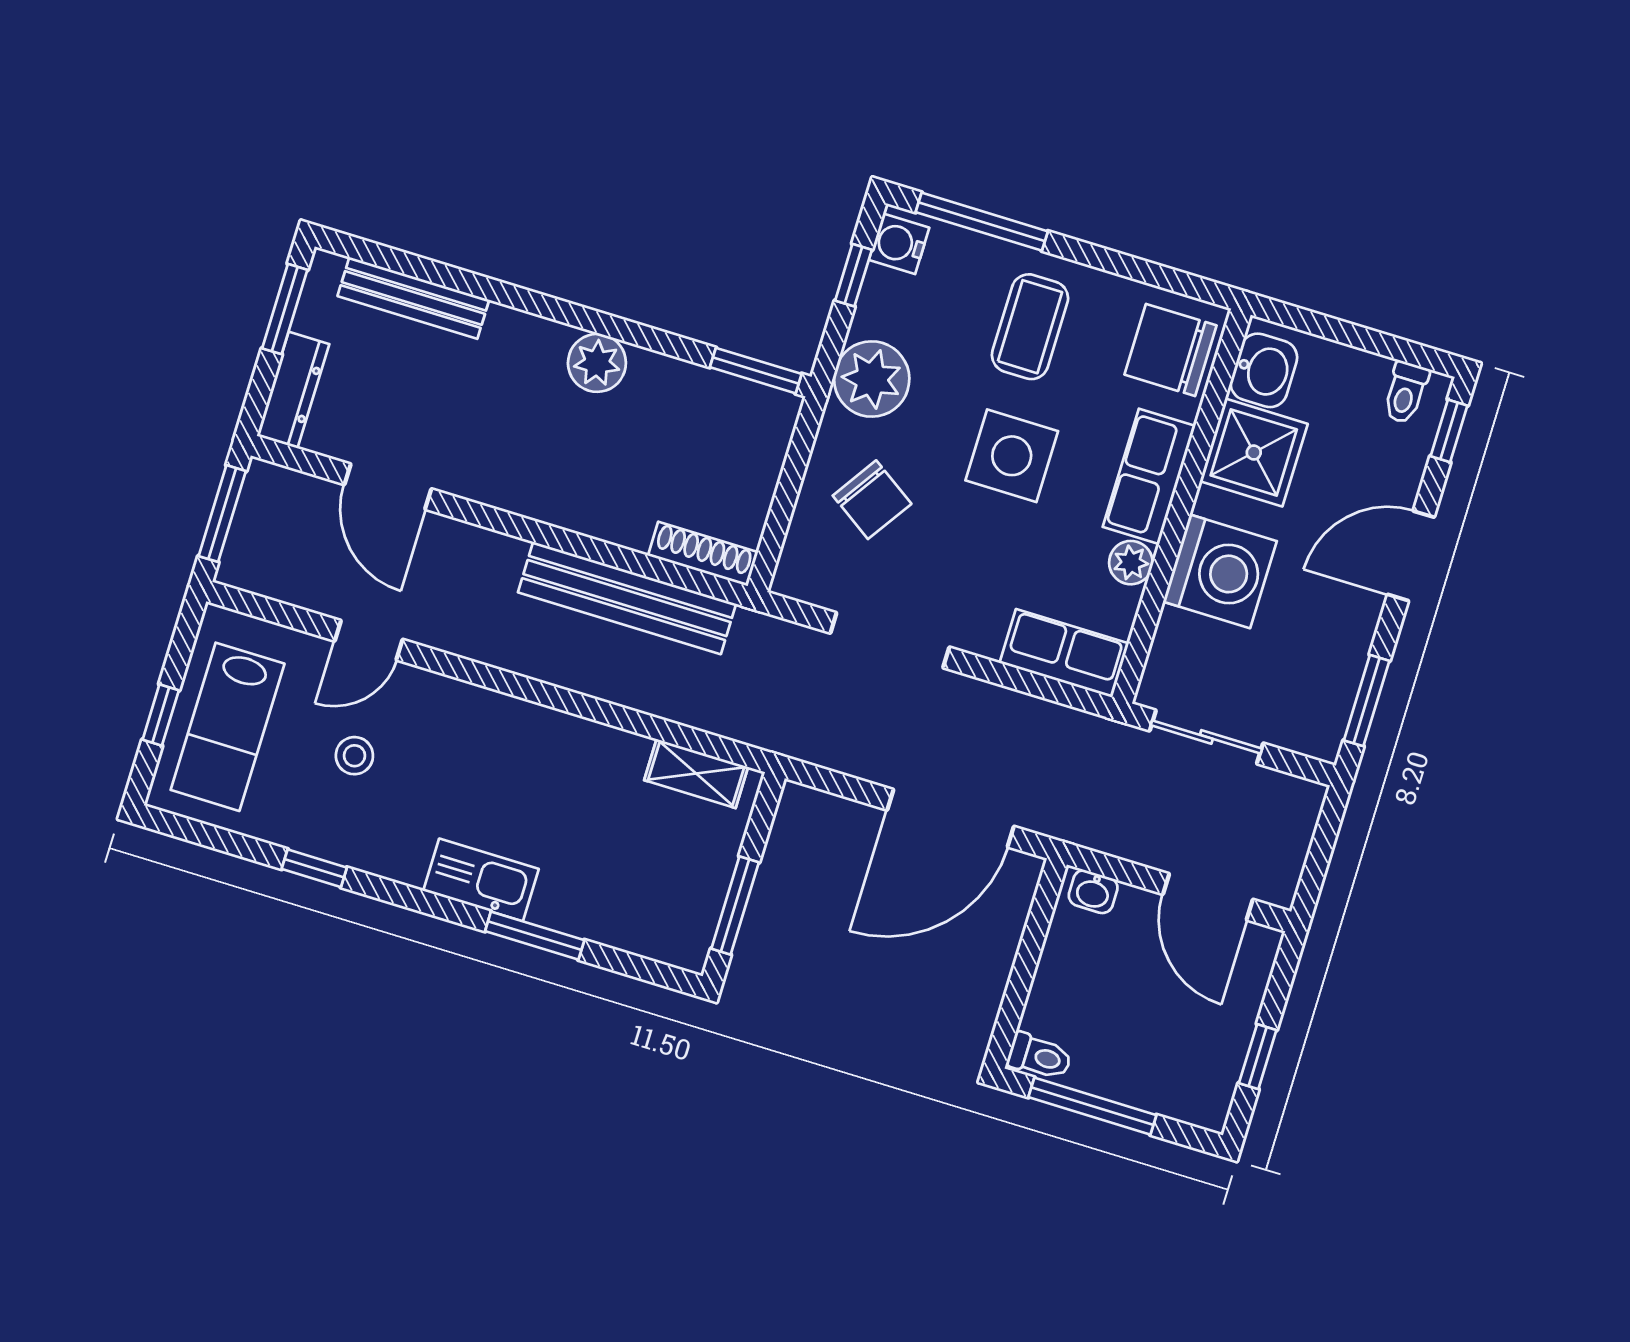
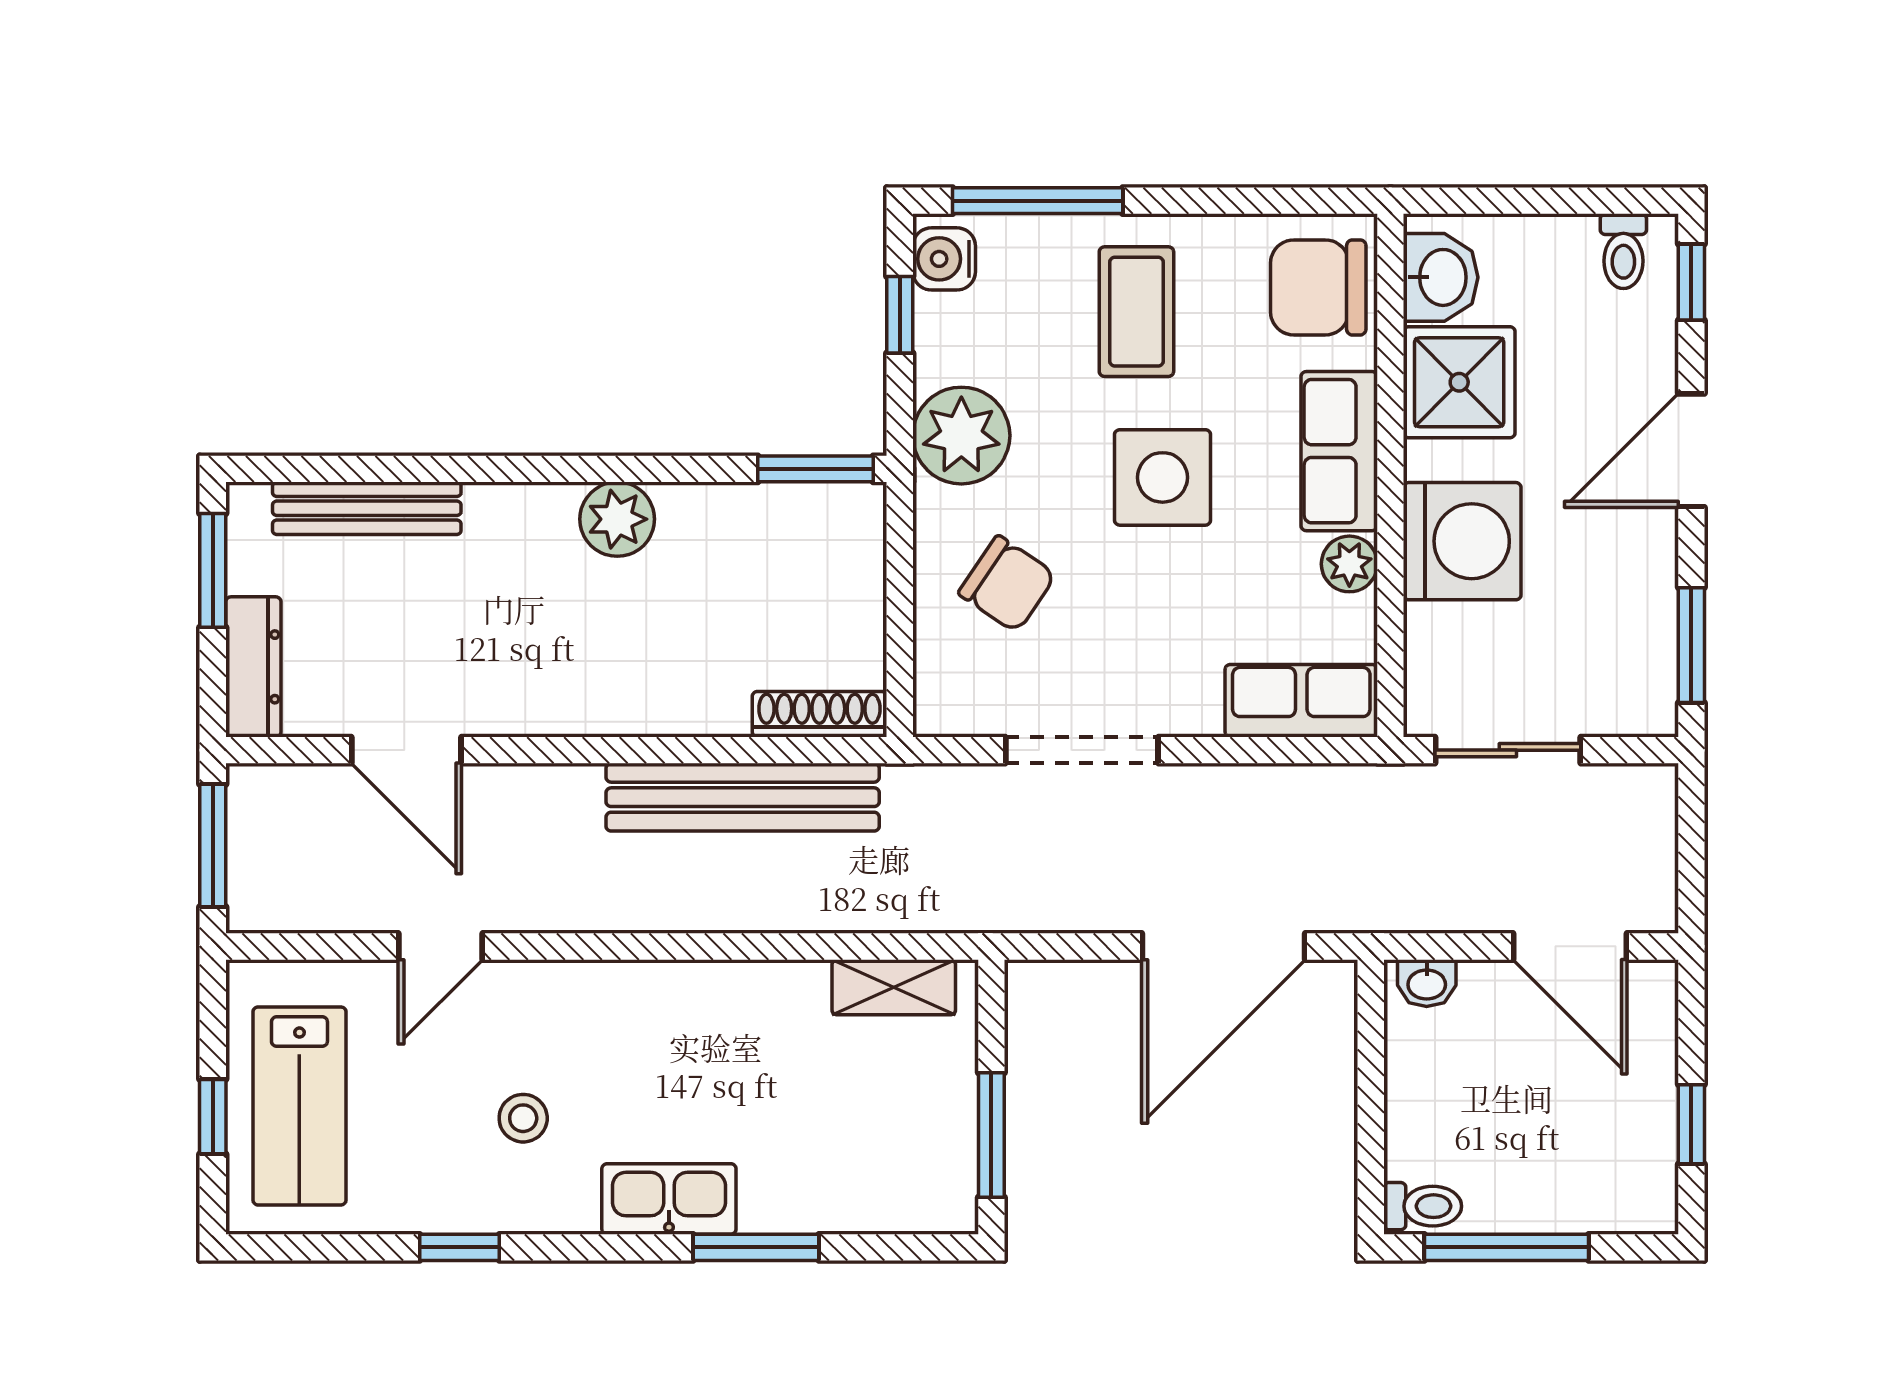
stool: (354, 756) -> (523, 1118), moved

